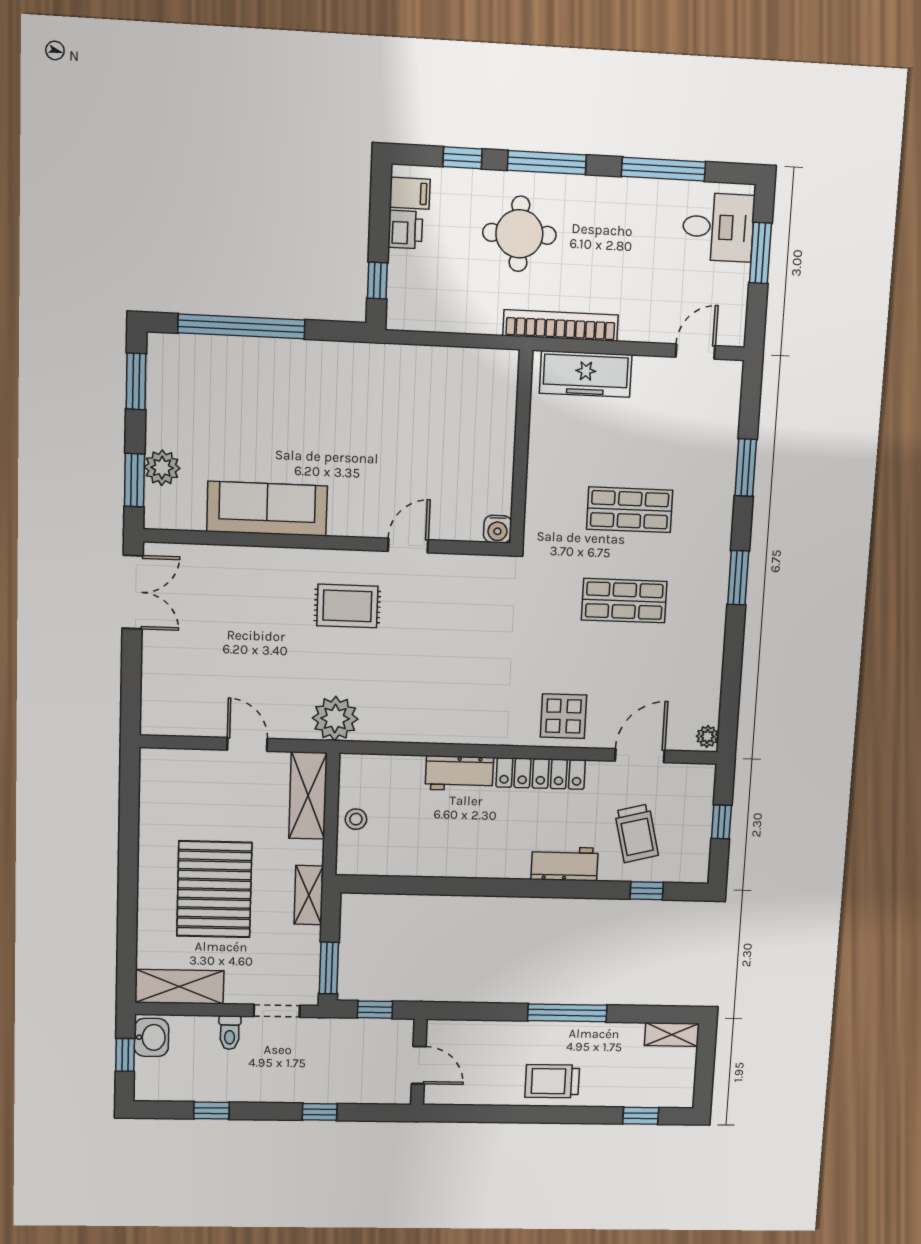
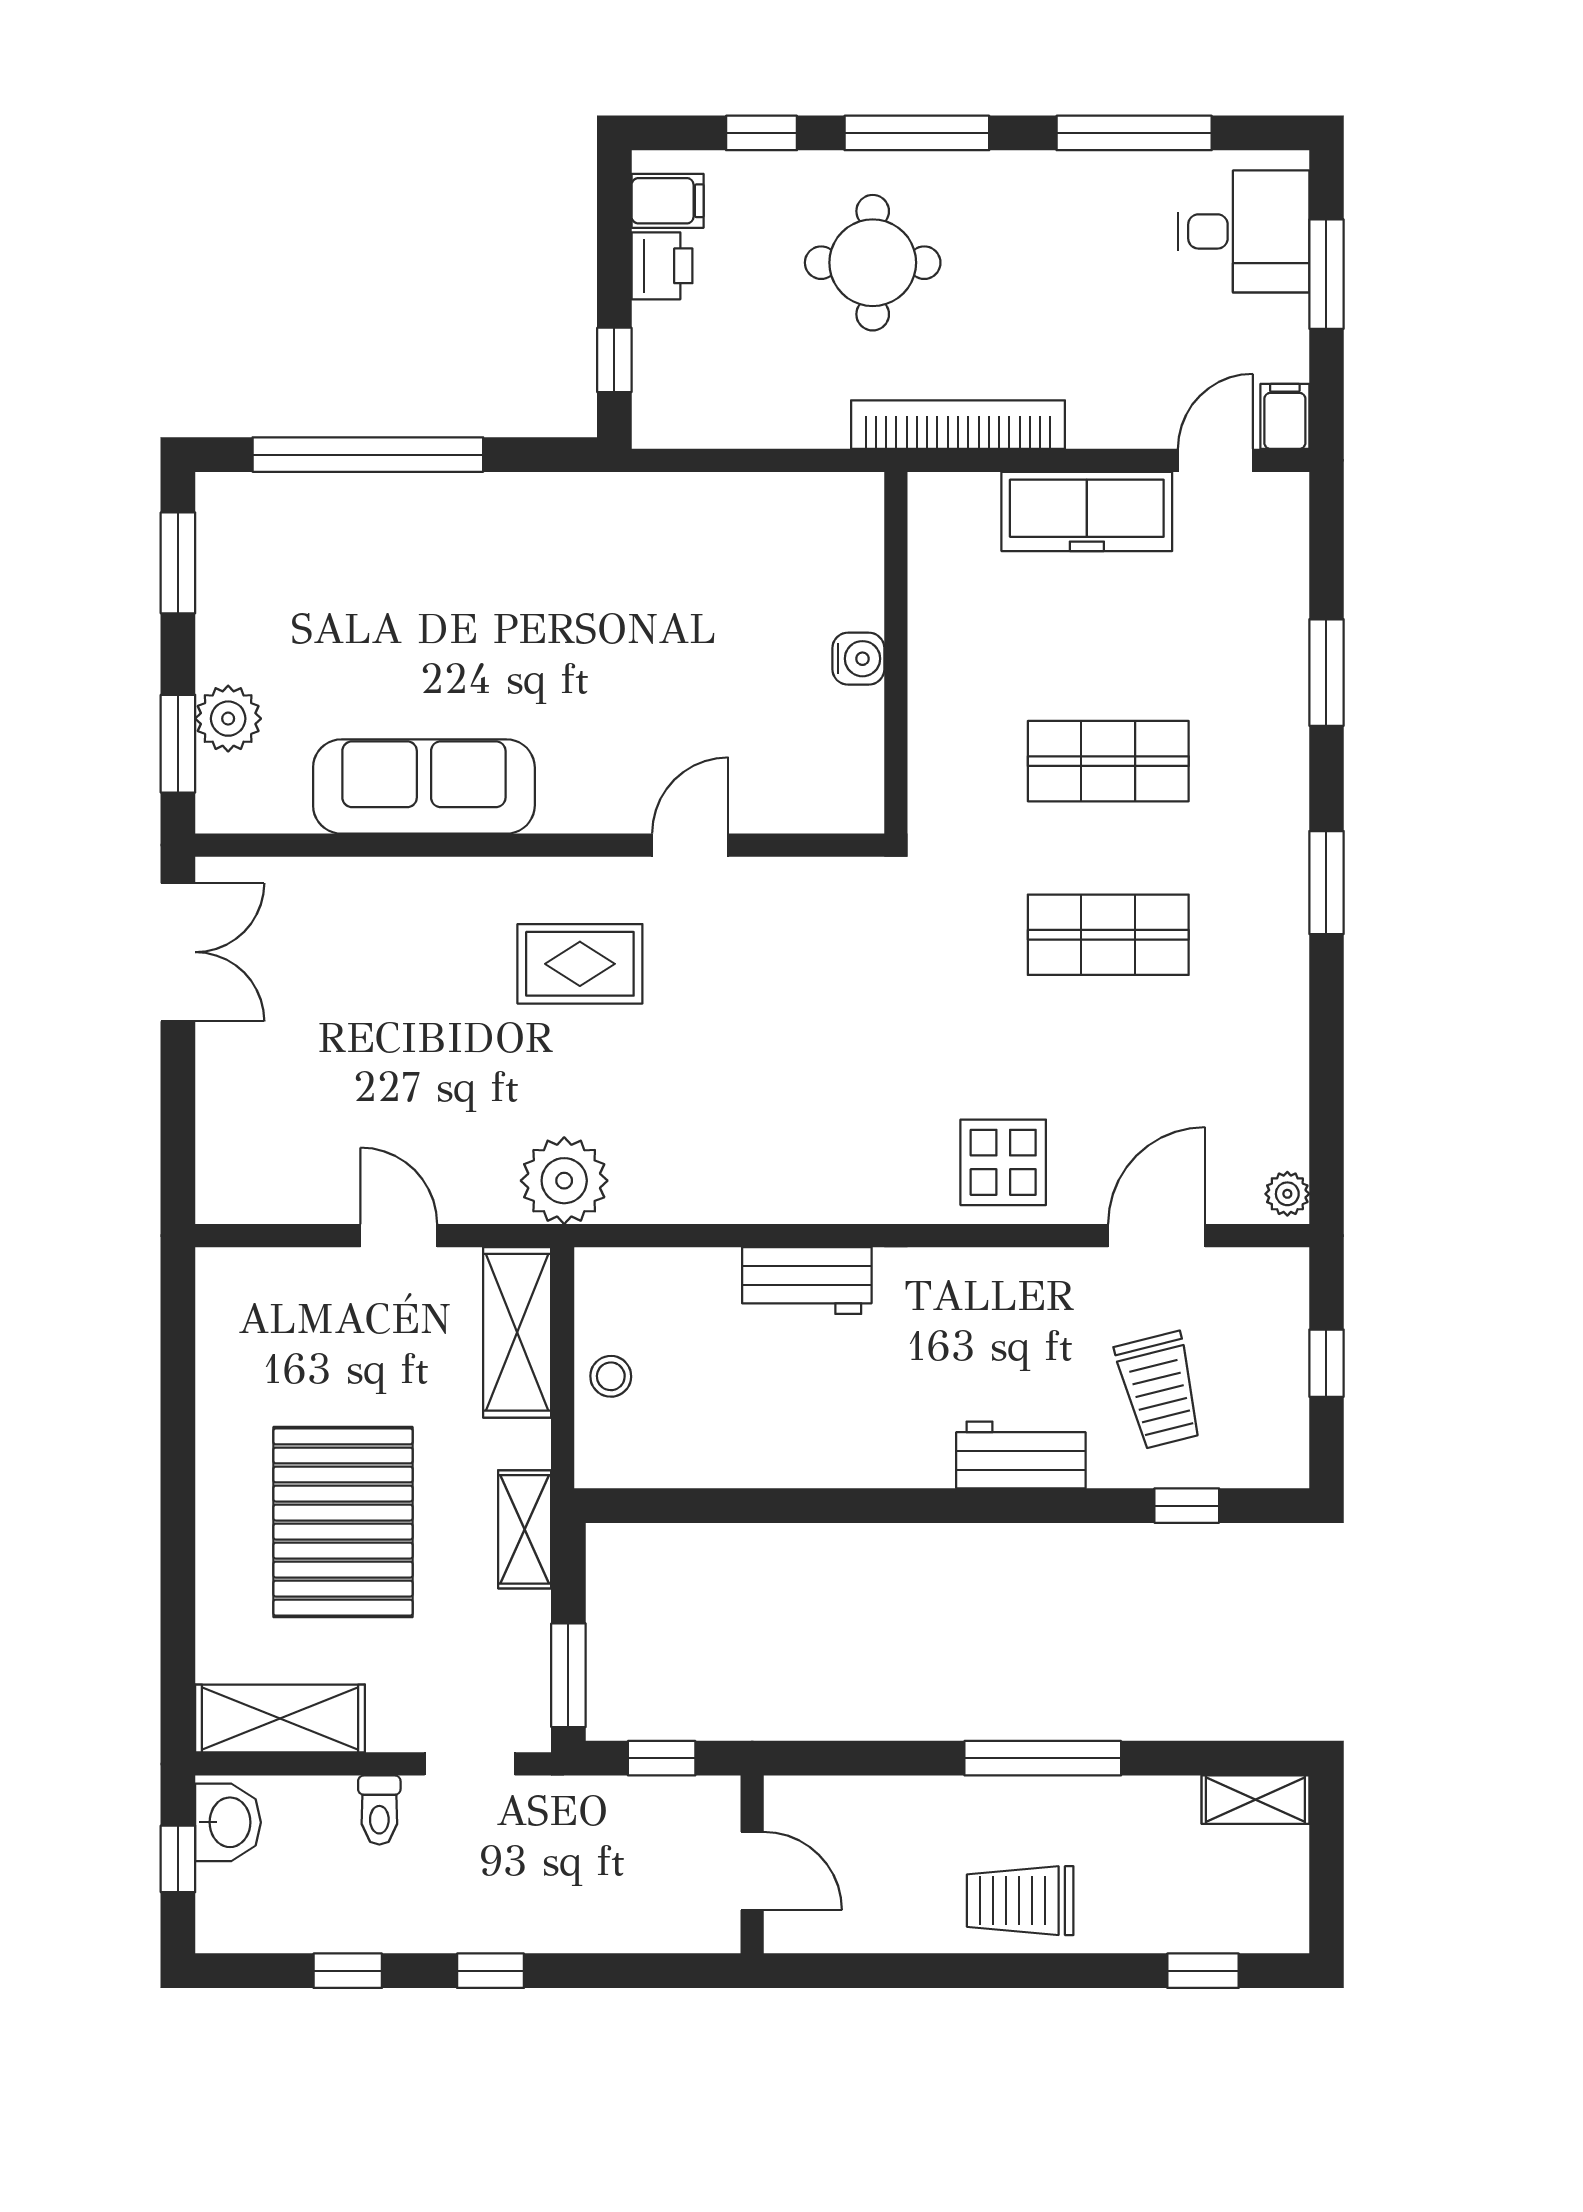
filing cabinet: (733, 329) -> (1285, 416), added
freezer: (586, 374) -> (1087, 511), moved
water cooler: (498, 529) -> (858, 659), moved, turned -90
locker: (541, 774) -> (965, 1276), removed
window: (320, 1112) -> (490, 1971), moved

